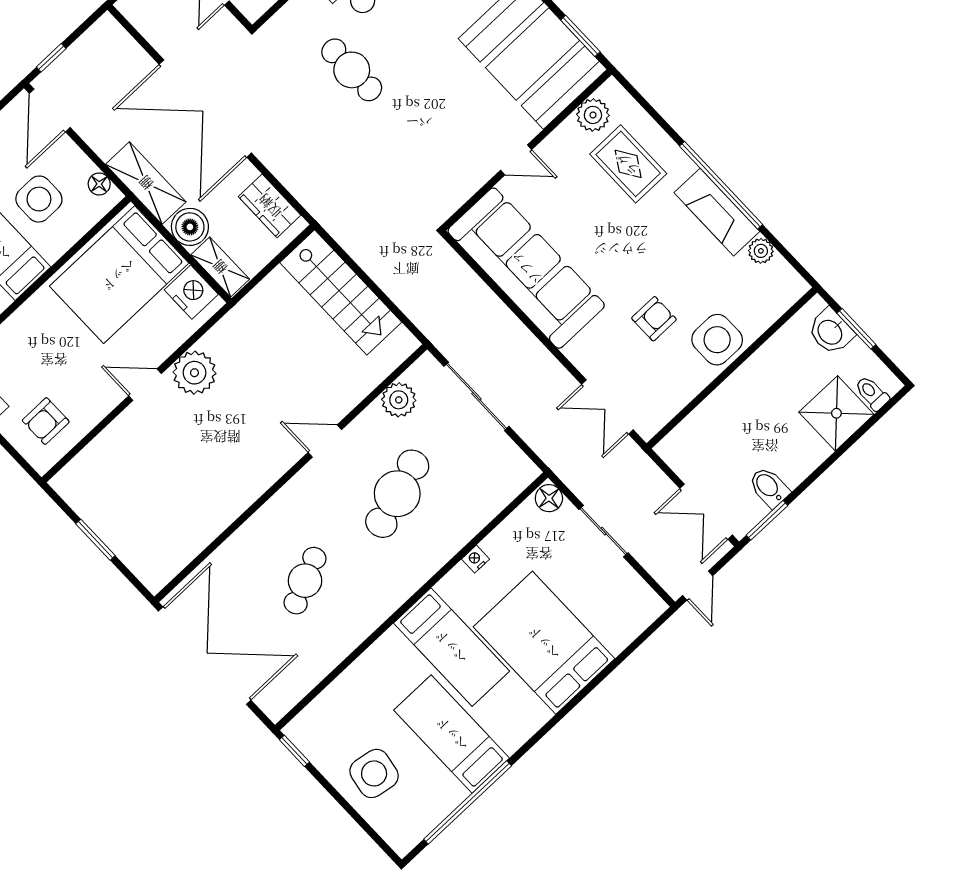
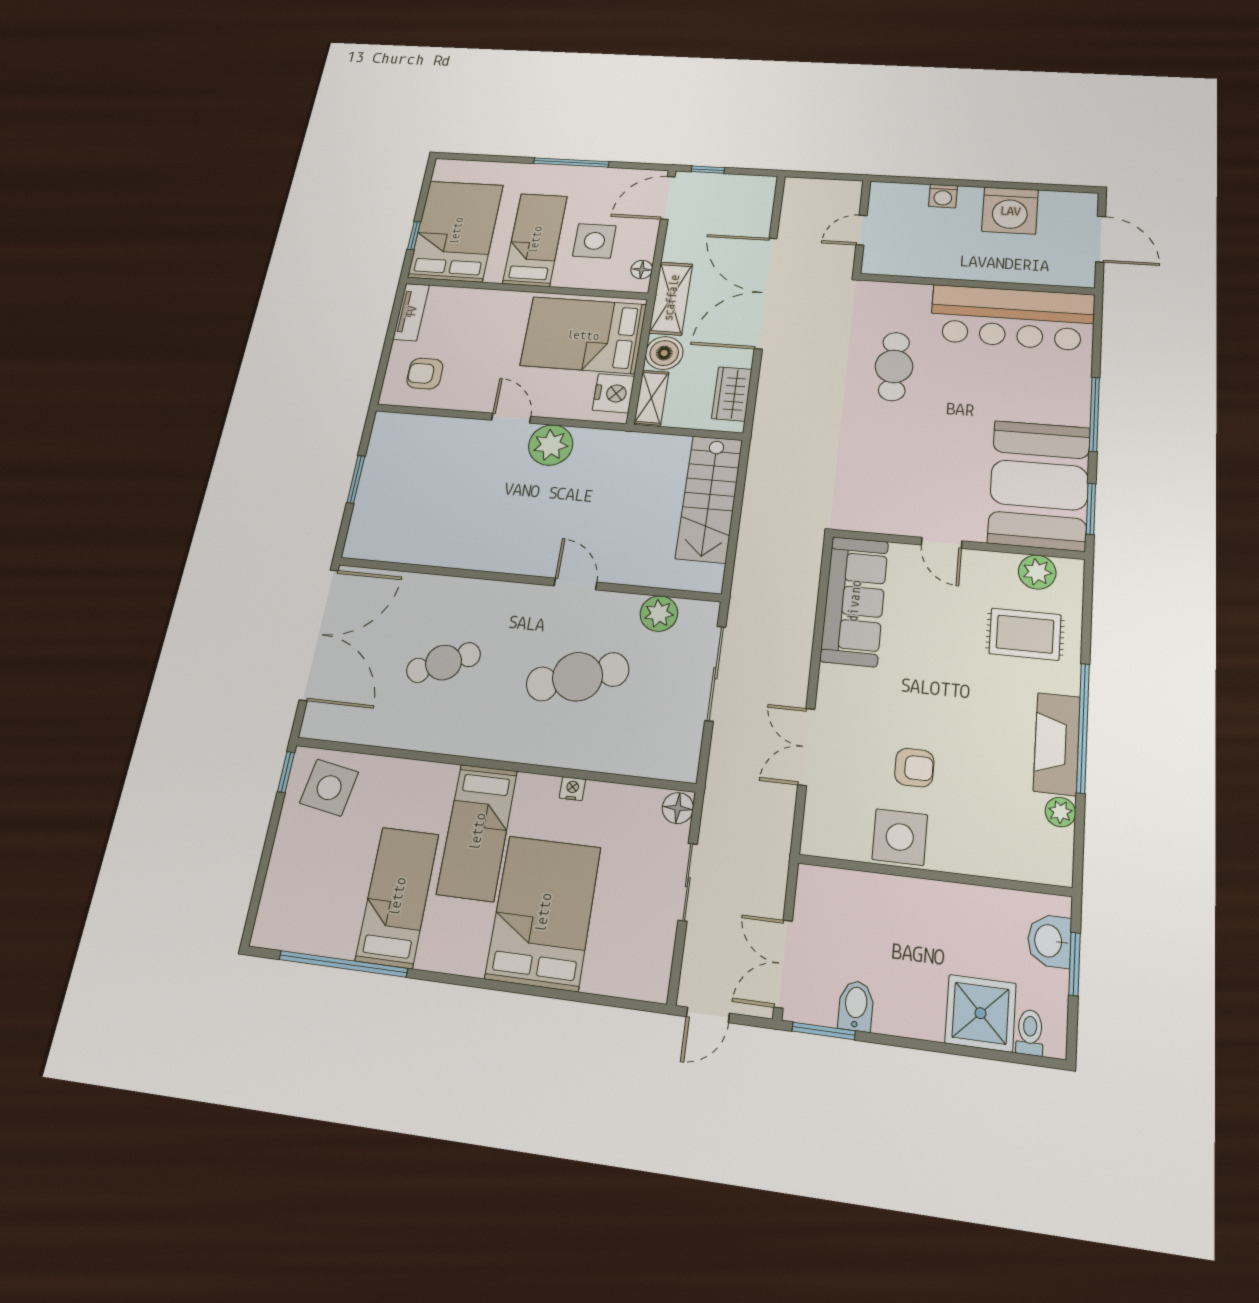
rug: (628, 164) -> (1025, 634), turned 90
sofa: (526, 268) -> (854, 601), width x0.74, depth x0.79
side table: (717, 340) -> (900, 837), moved
double door: (607, 407) -> (806, 747), moved
side table: (374, 773) -> (329, 788), moved

